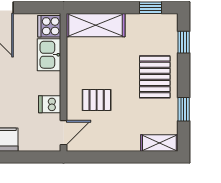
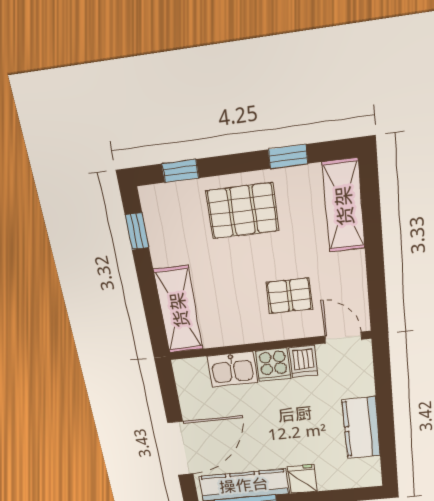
cooker: (49, 26) -> (273, 365), moved
pallet: (97, 100) -> (289, 296), turned 90
shelving: (159, 143) -> (344, 206), width x1.50, depth x1.33

